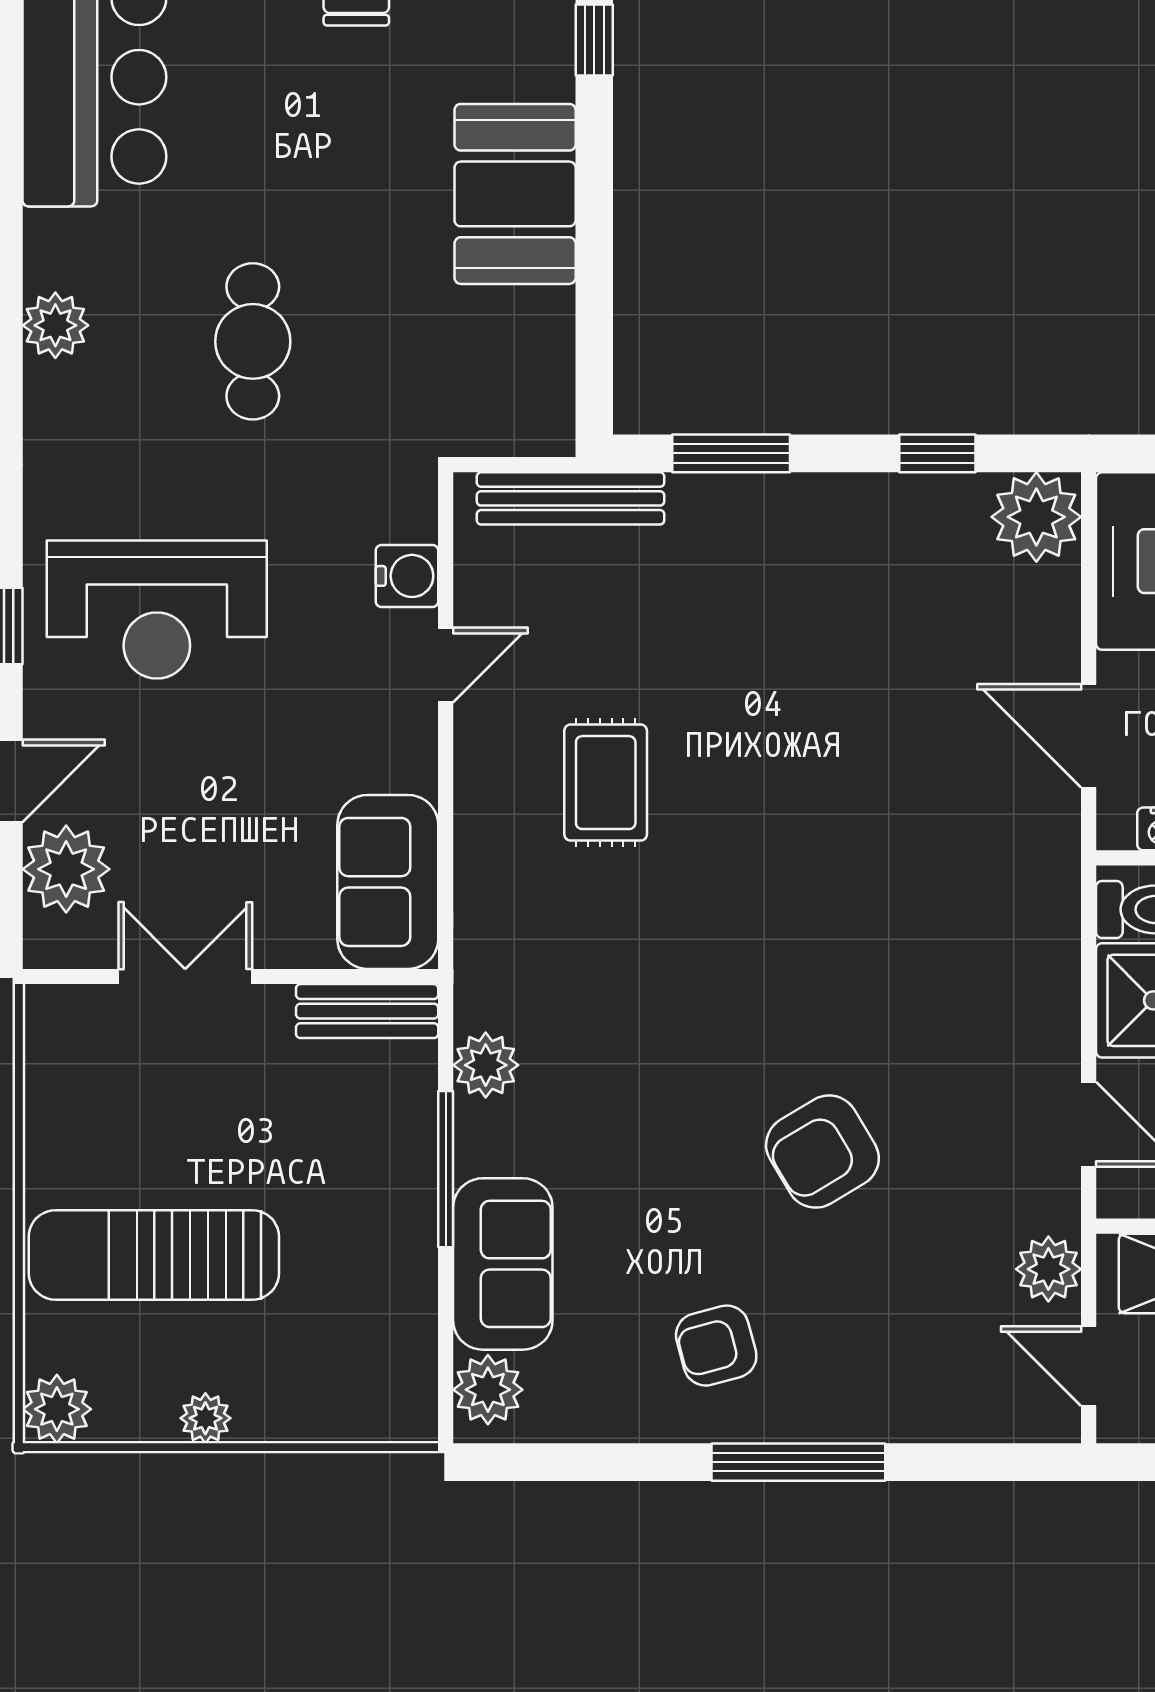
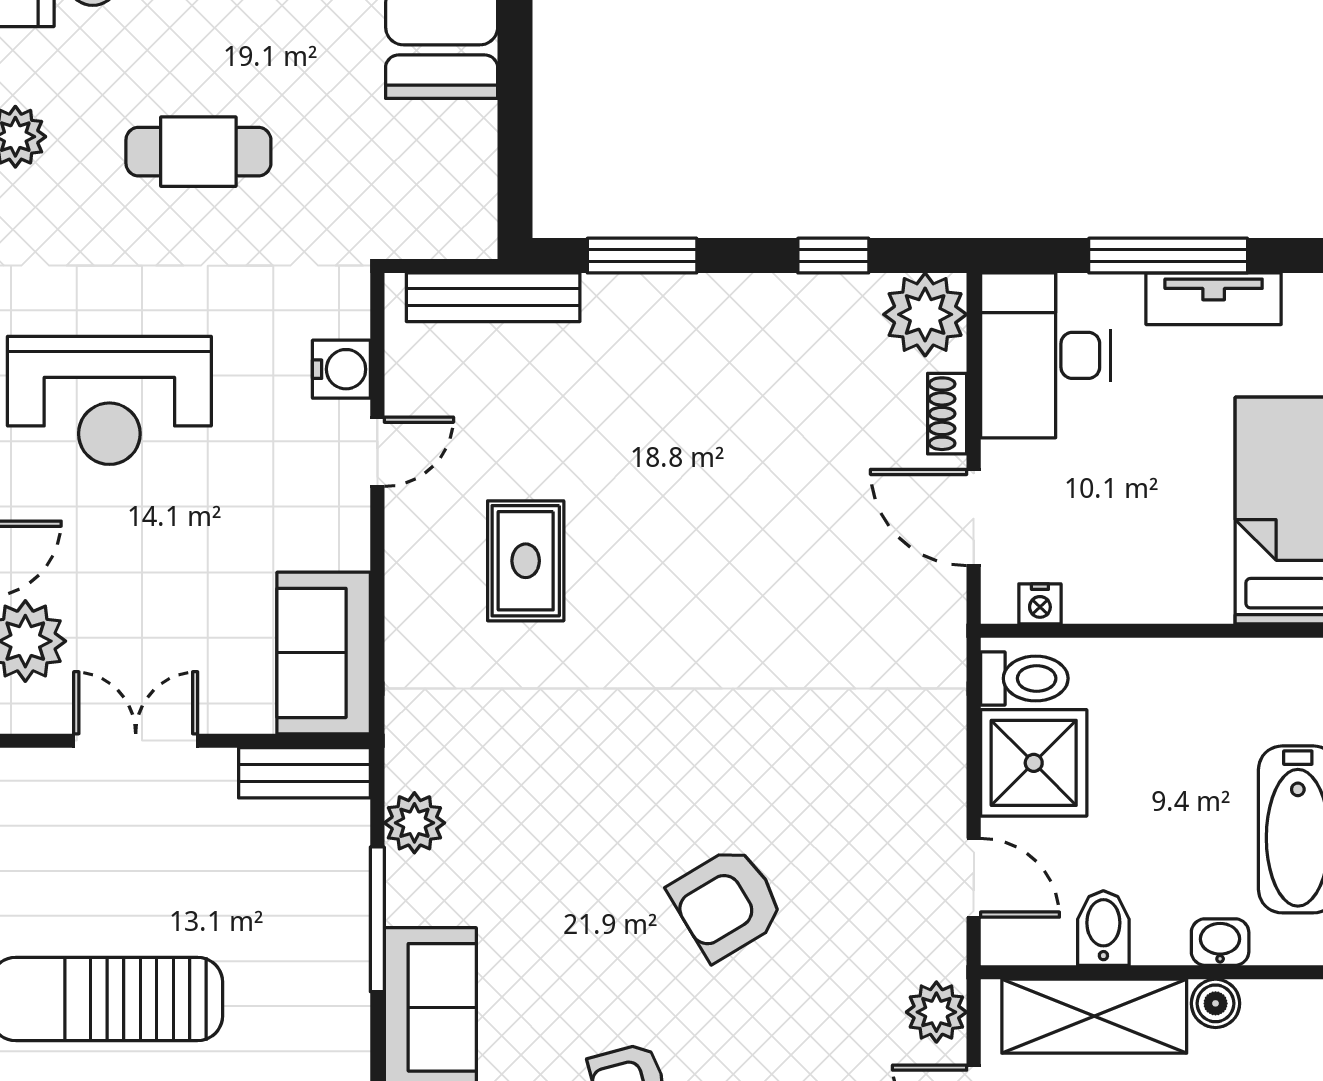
cafe table: (253, 341) -> (198, 152), turned 90
shoe rack: (1060, 624) -> (947, 414), added

